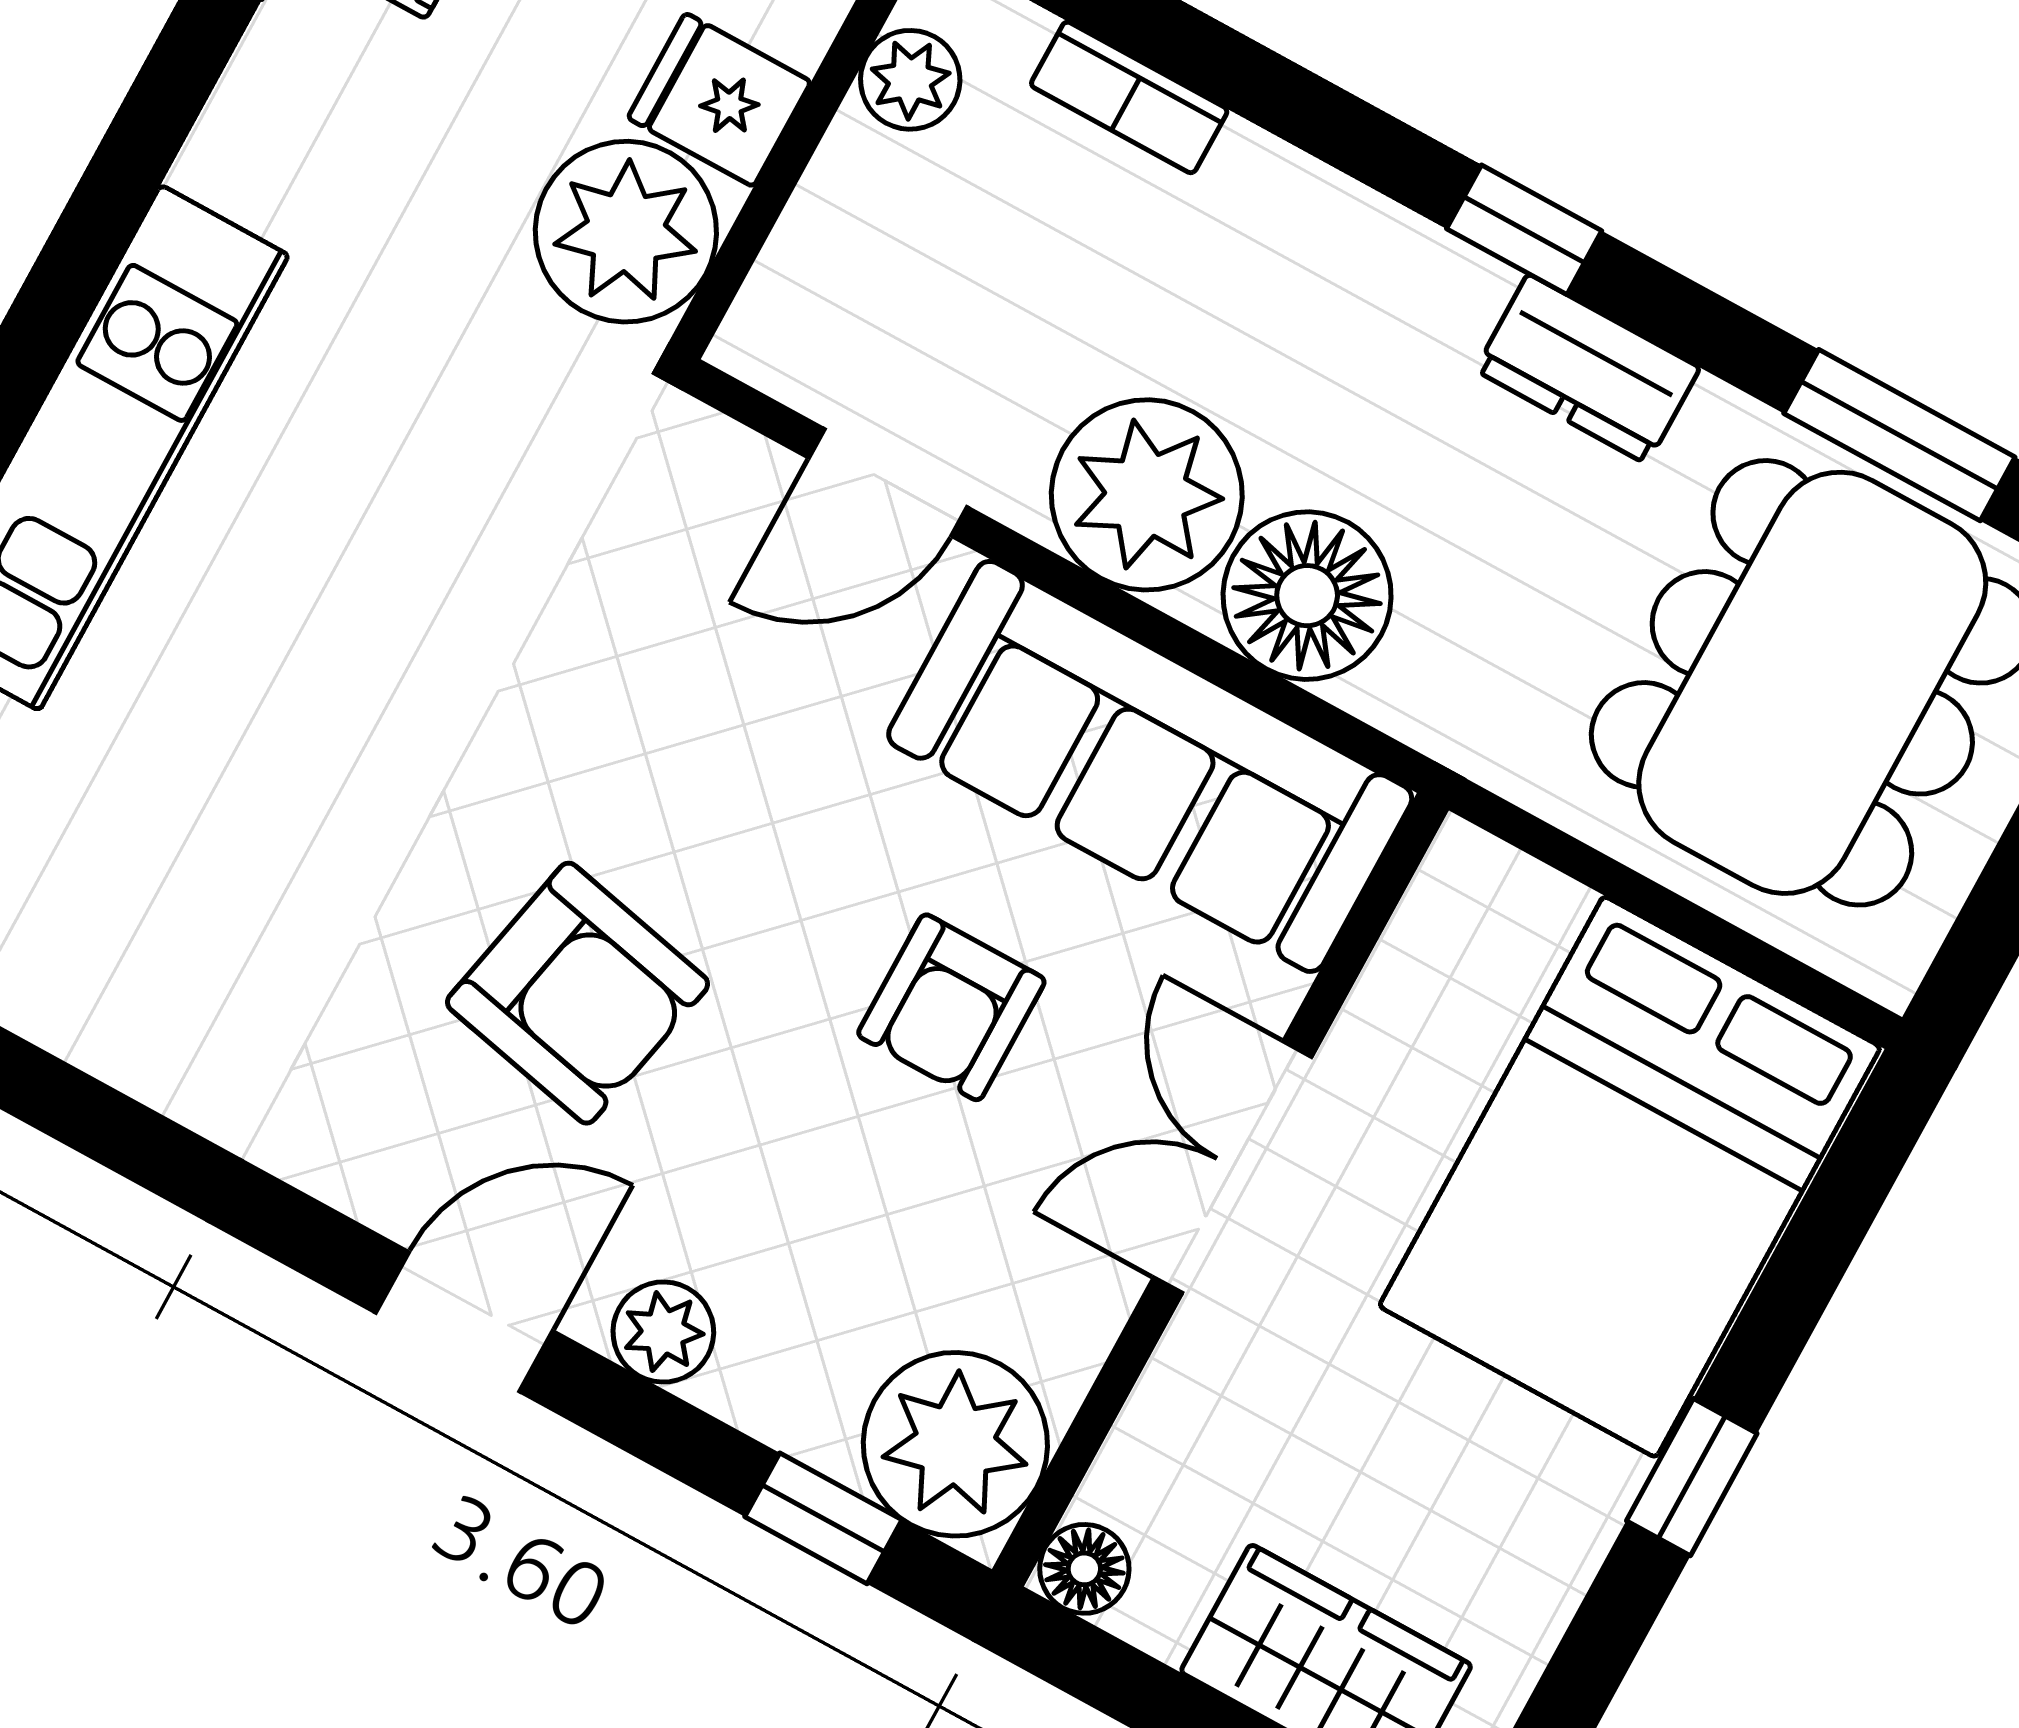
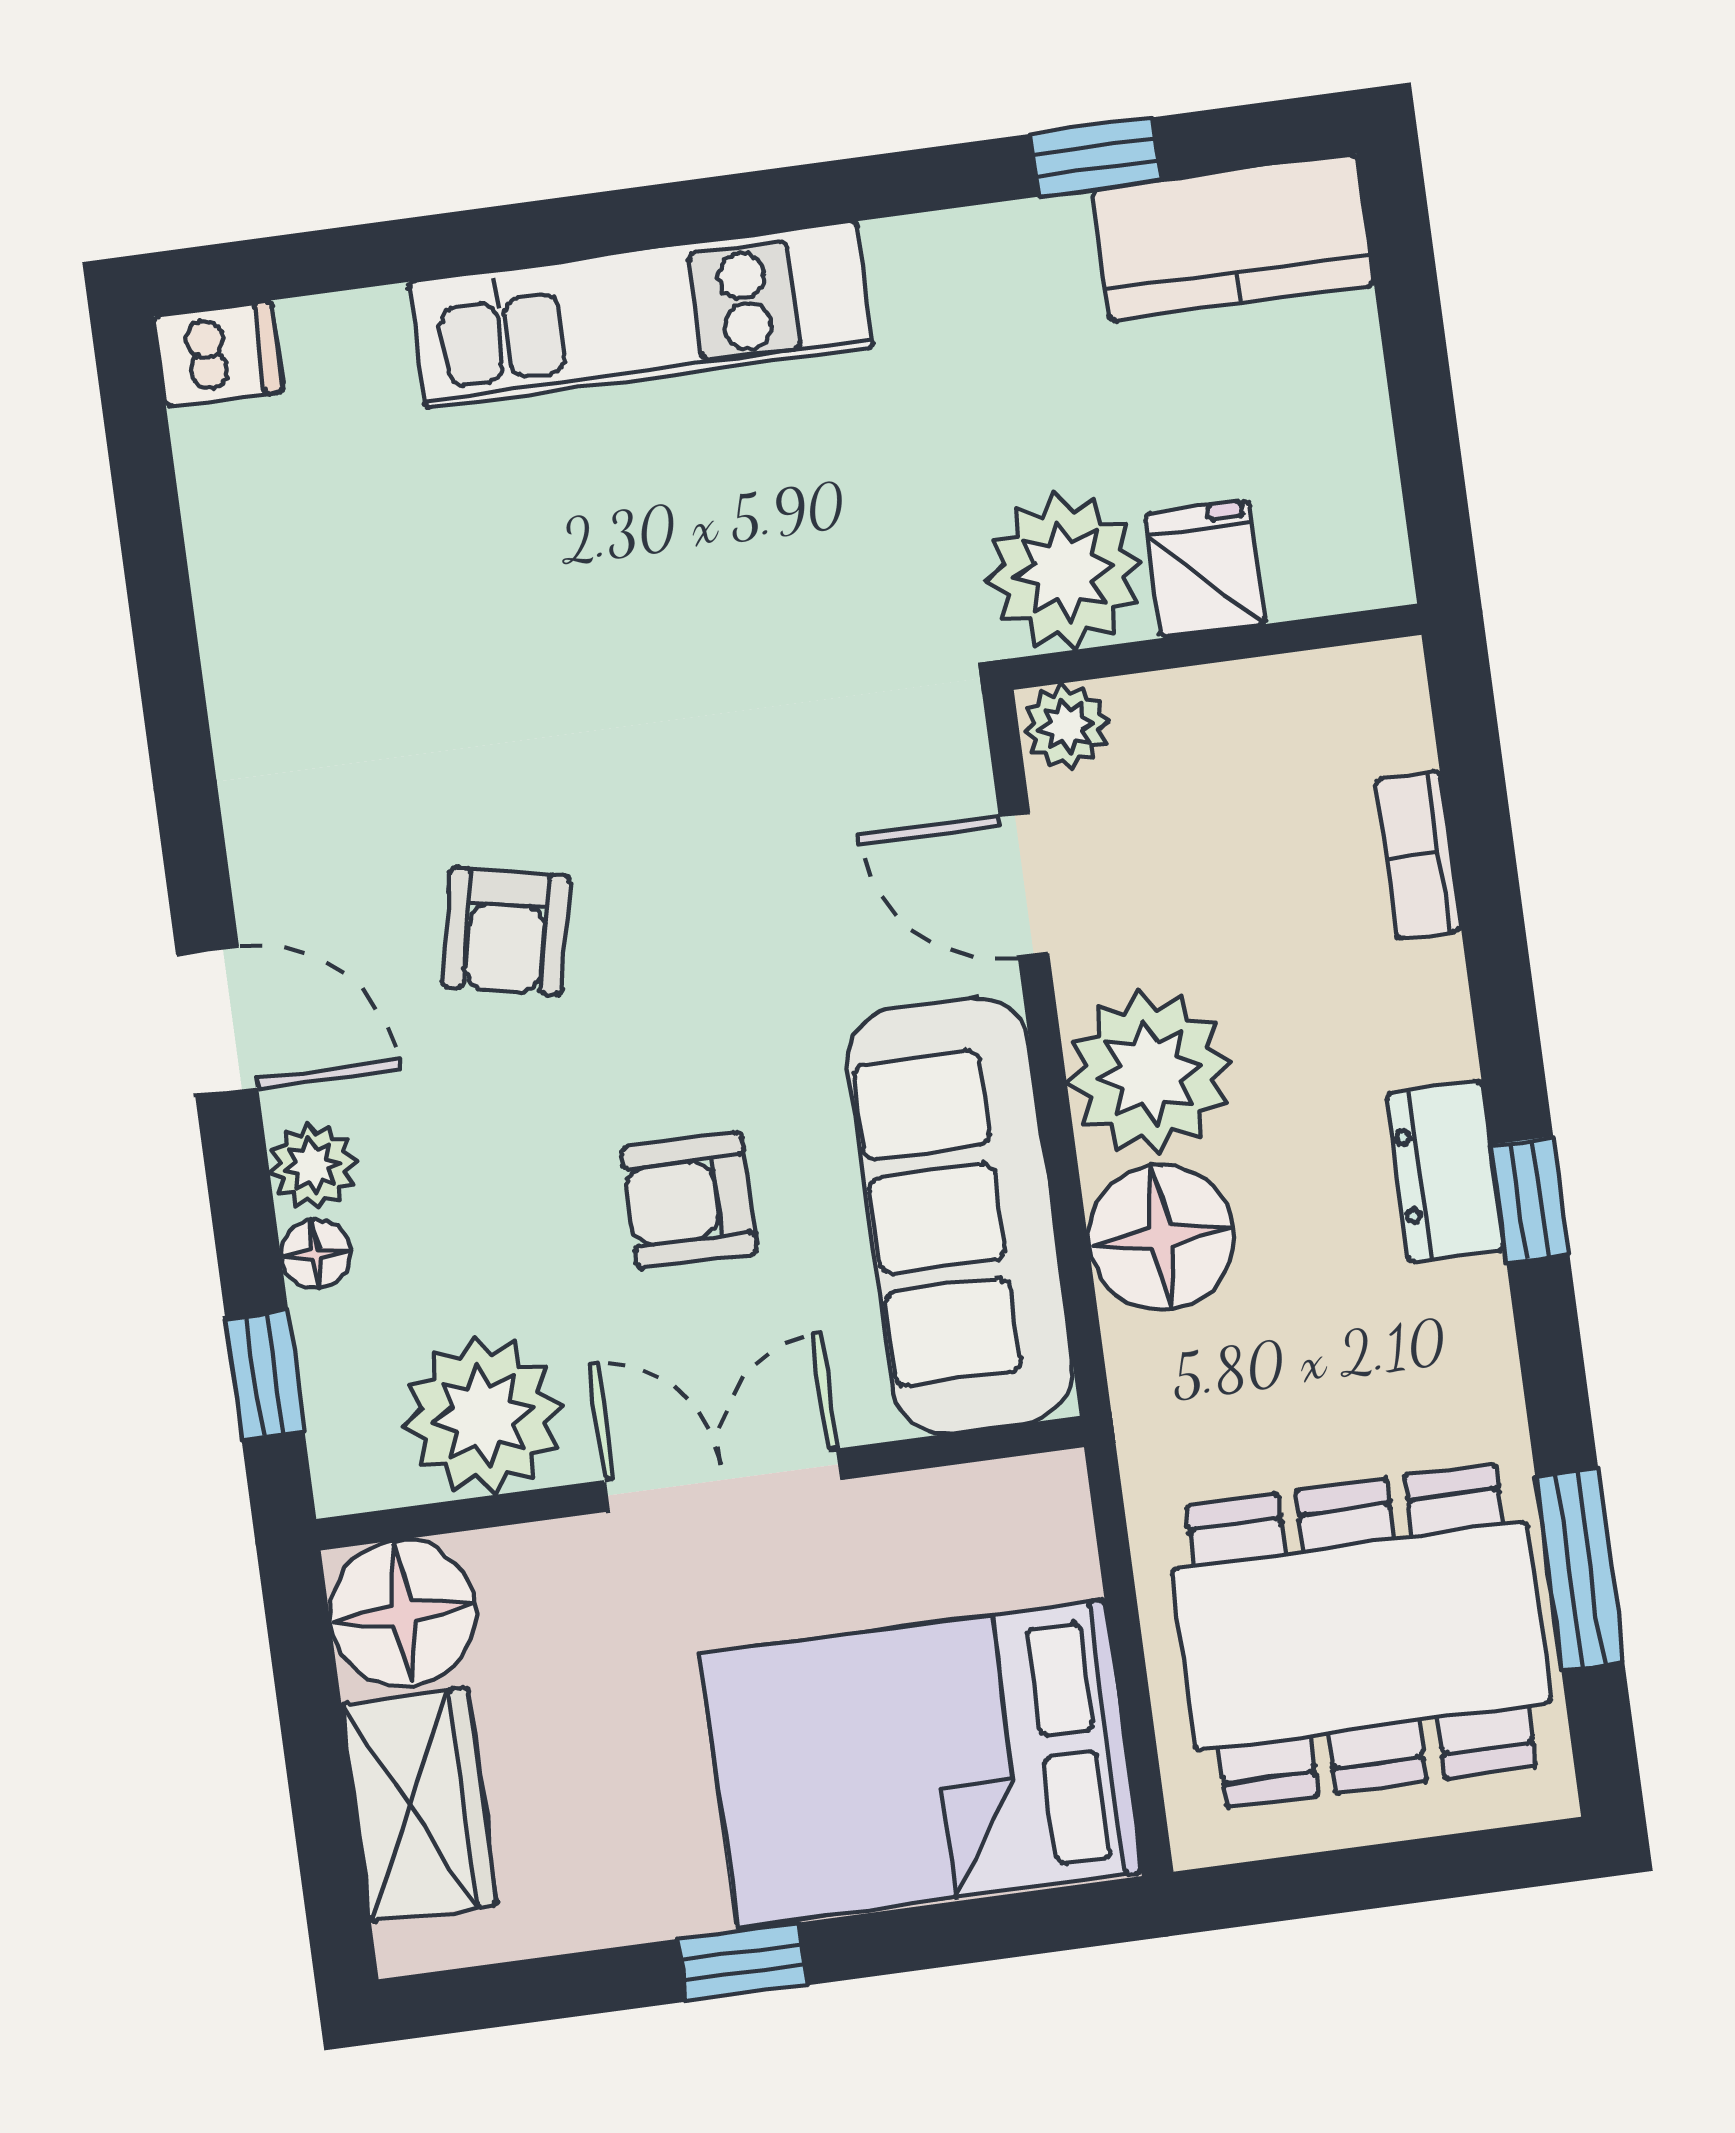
plant: (910, 80) -> (1067, 726), moved
dresser: (1588, 369) -> (1445, 1172), moved
armchair: (578, 993) -> (506, 931), width x0.72, depth x0.72
floor lamp: (746, 1389) -> (316, 1254), added
plant: (955, 1444) -> (483, 1416), moved
floor lamp: (1084, 1569) -> (403, 1613), width x1.89, depth x1.89

